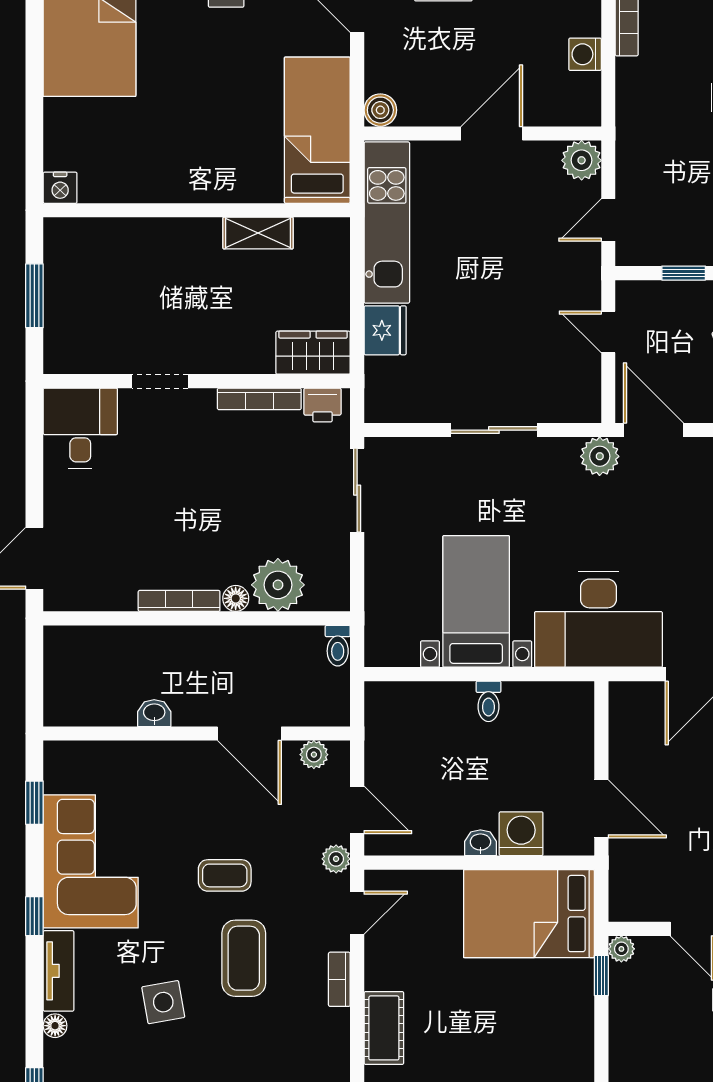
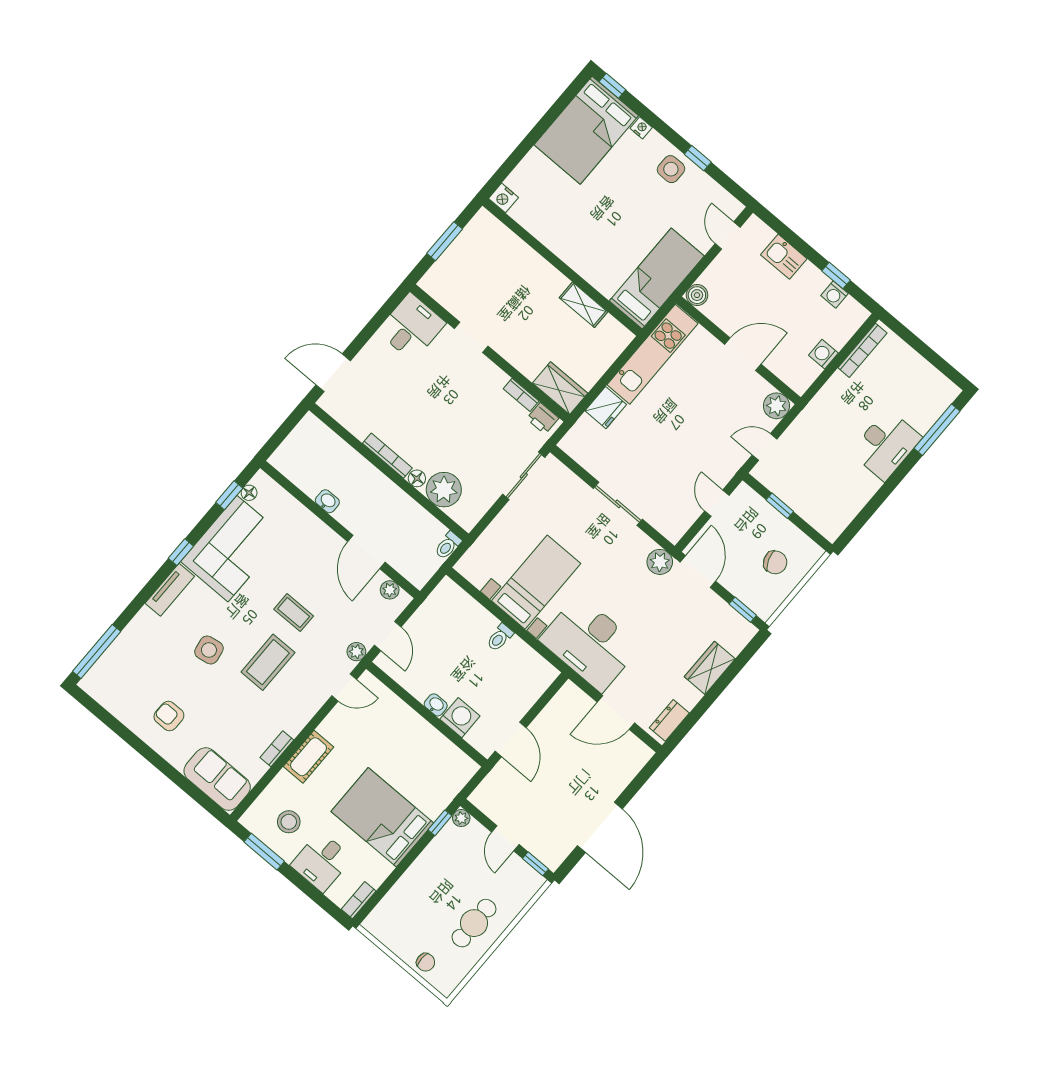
bookcase: (259, 399) -> (521, 395), width x0.64
bed: (529, 914) -> (382, 817), moved
bookcase: (339, 979) -> (277, 749), moved
floor lamp: (55, 1026) -> (249, 493), moved

